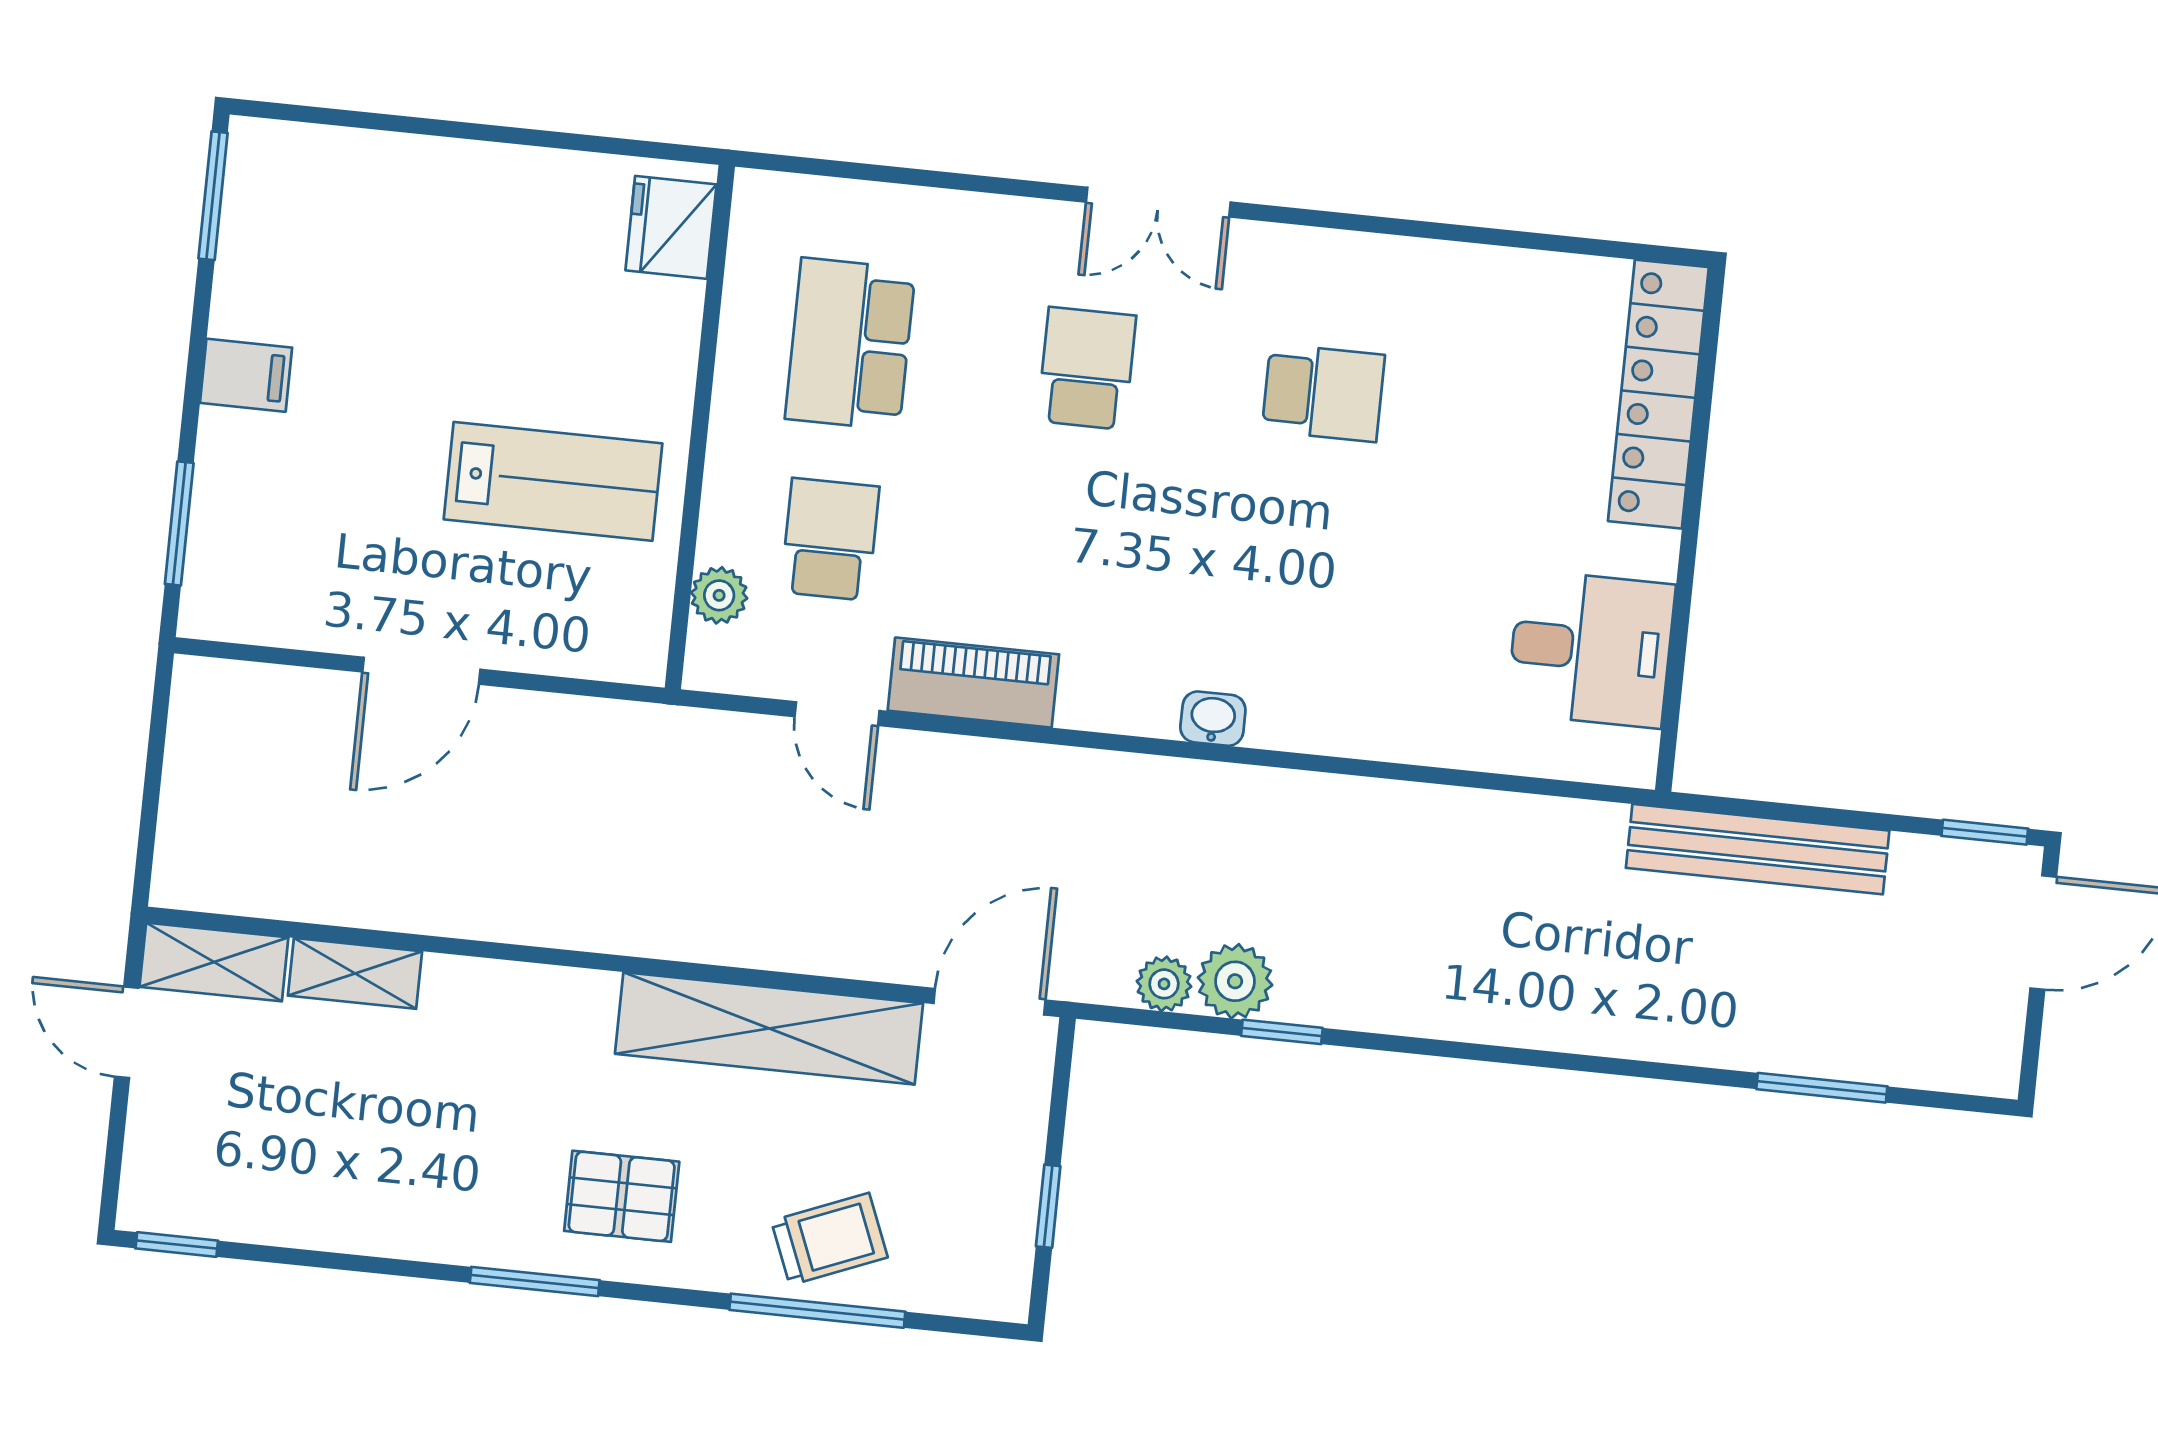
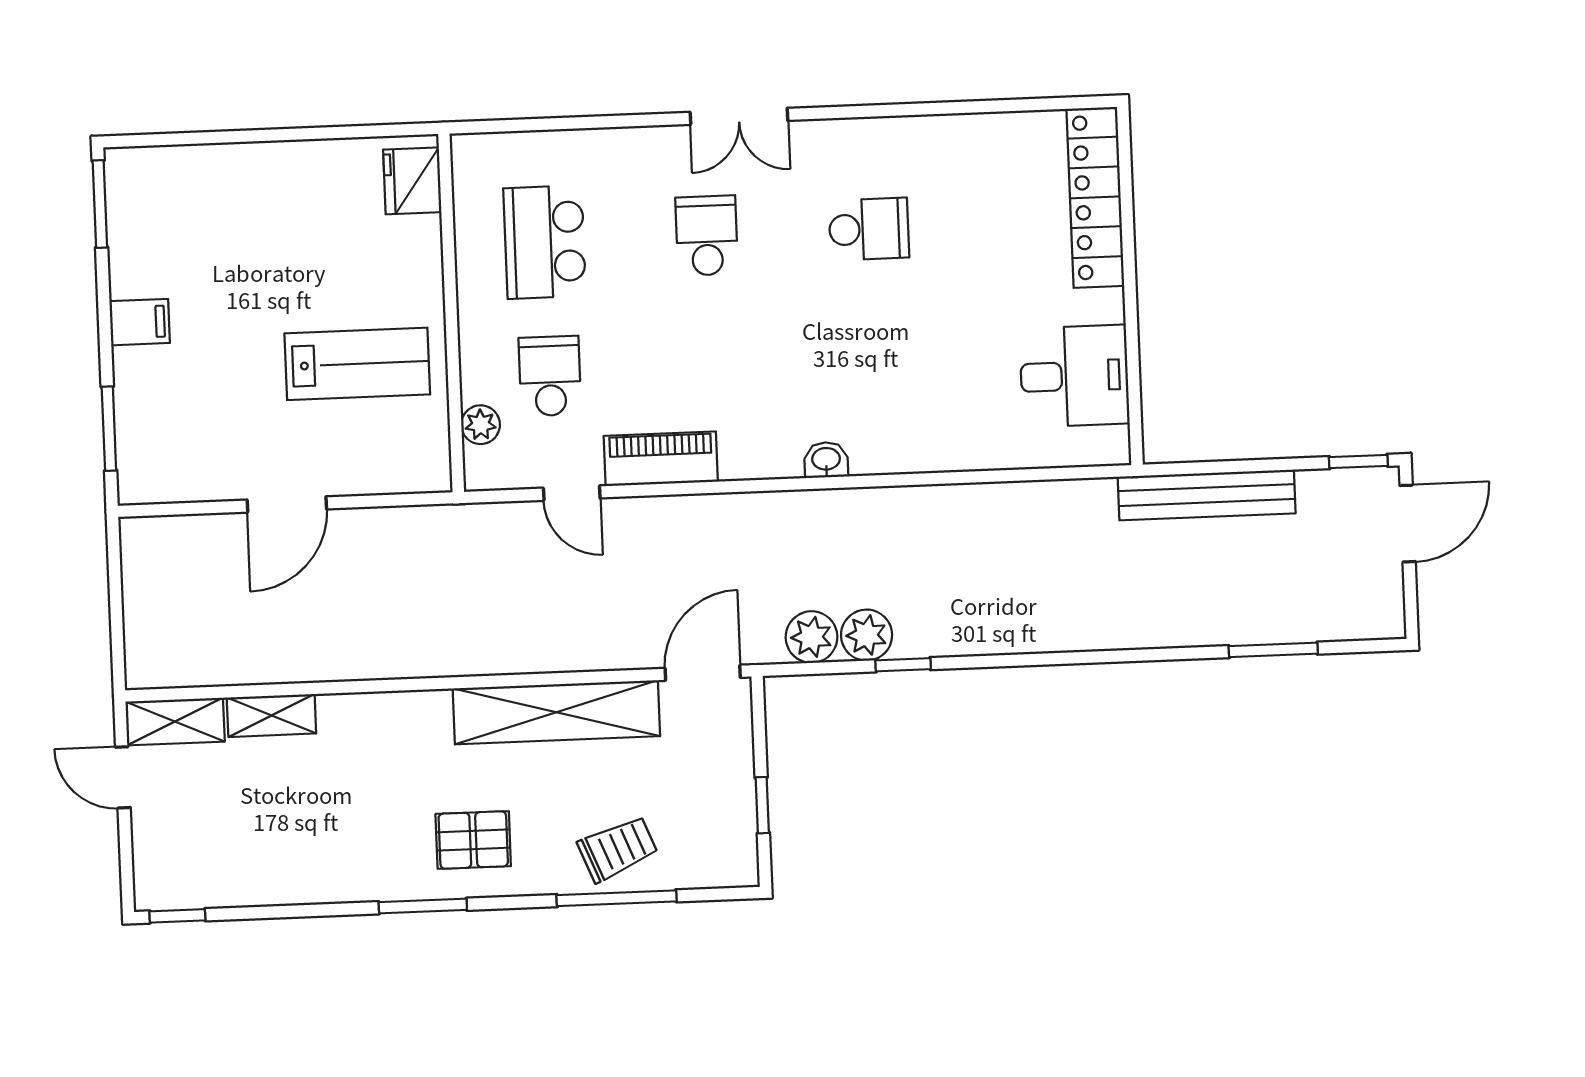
plant: (1164, 984) -> (812, 637), width x1.38, depth x1.38

